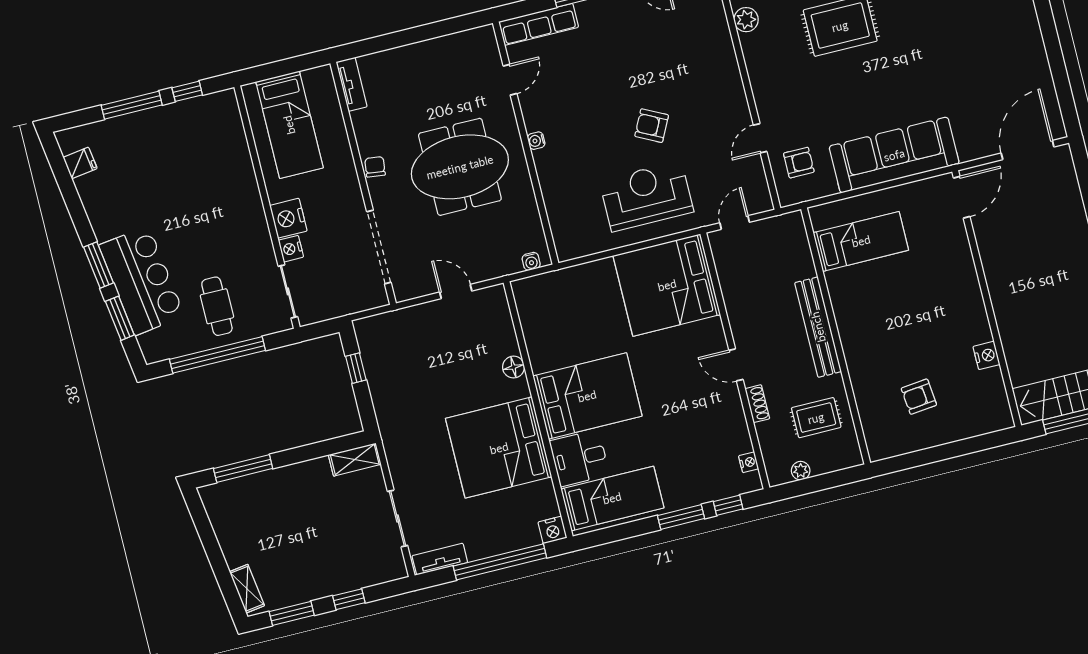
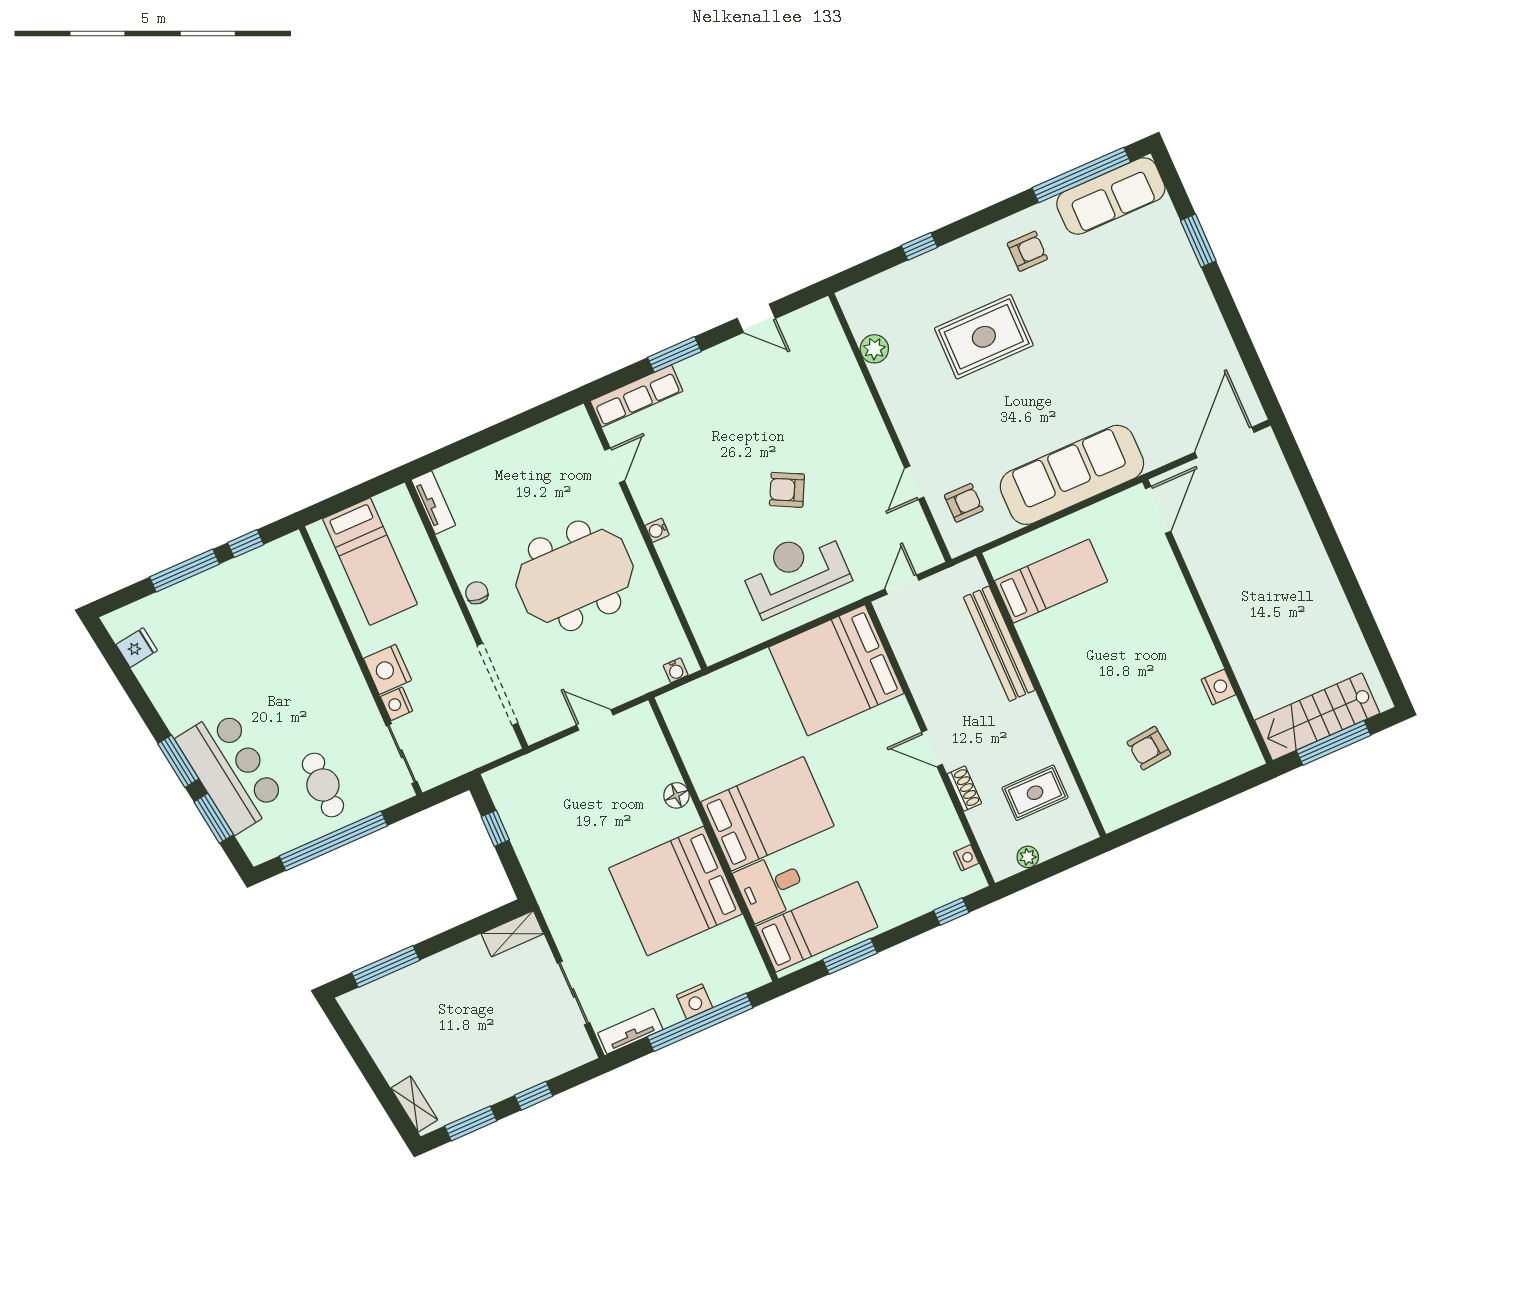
bench: (818, 327) -> (999, 644), moved
window: (681, 517) -> (850, 956), moved
nightstand: (552, 530) -> (694, 1001), moved

